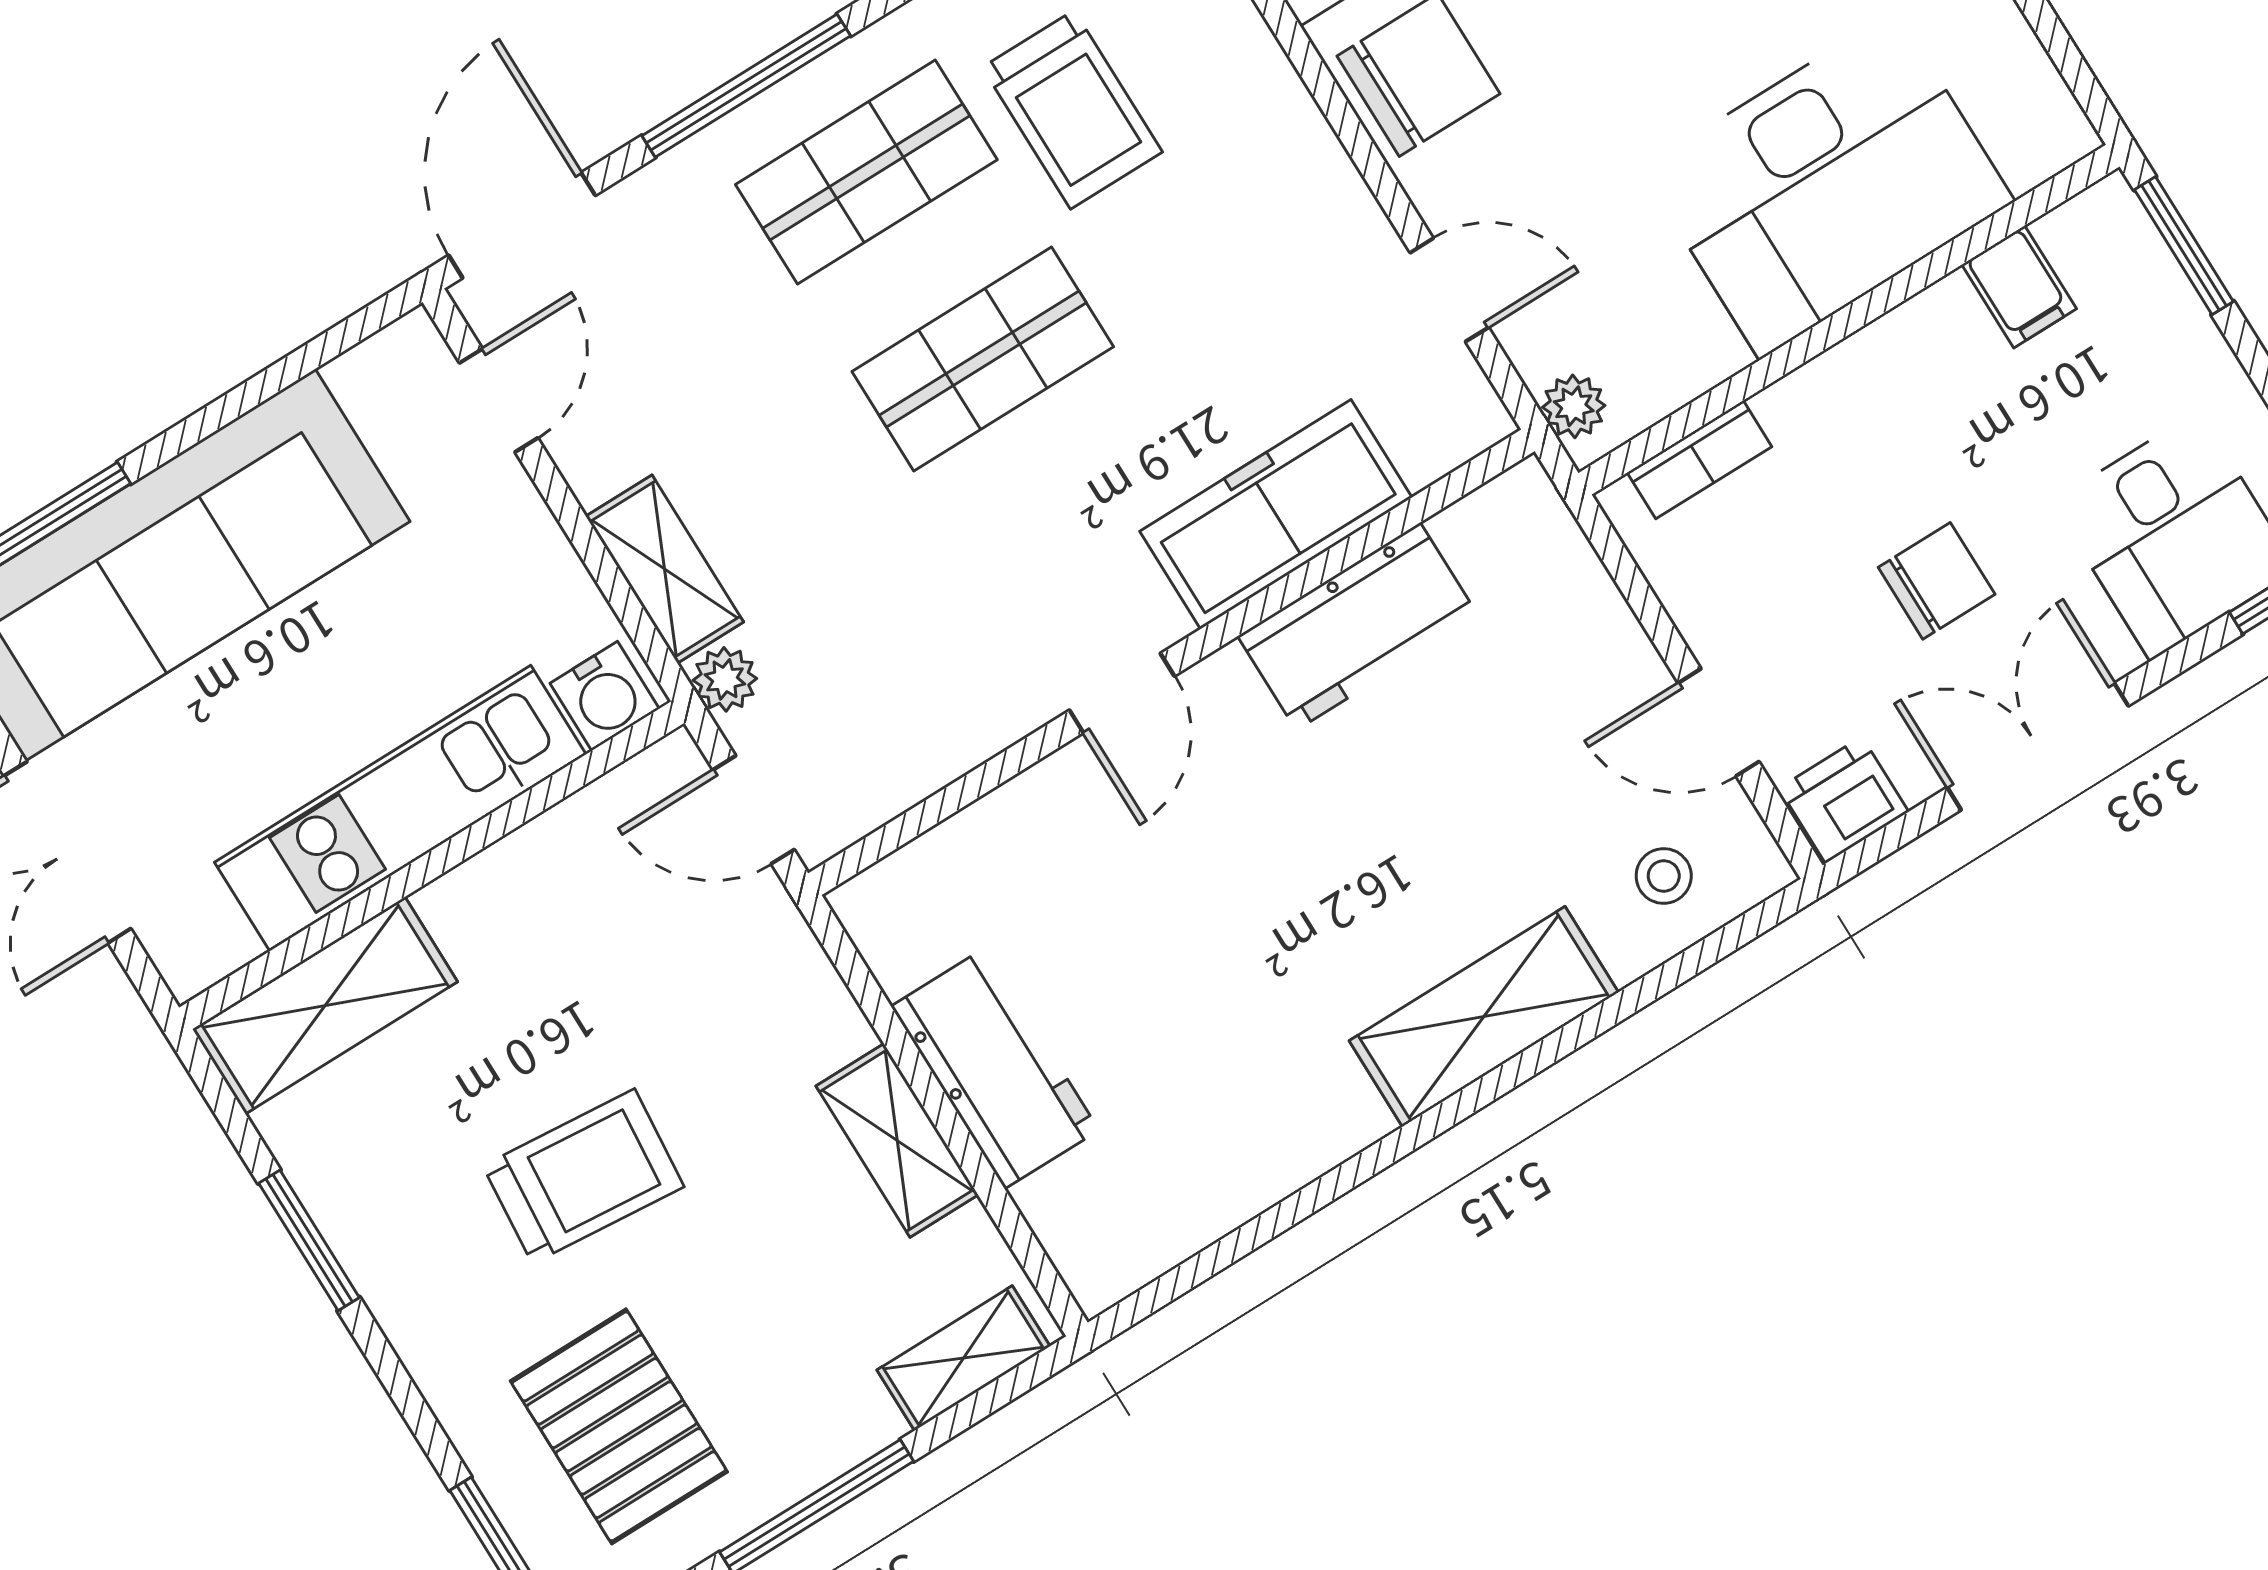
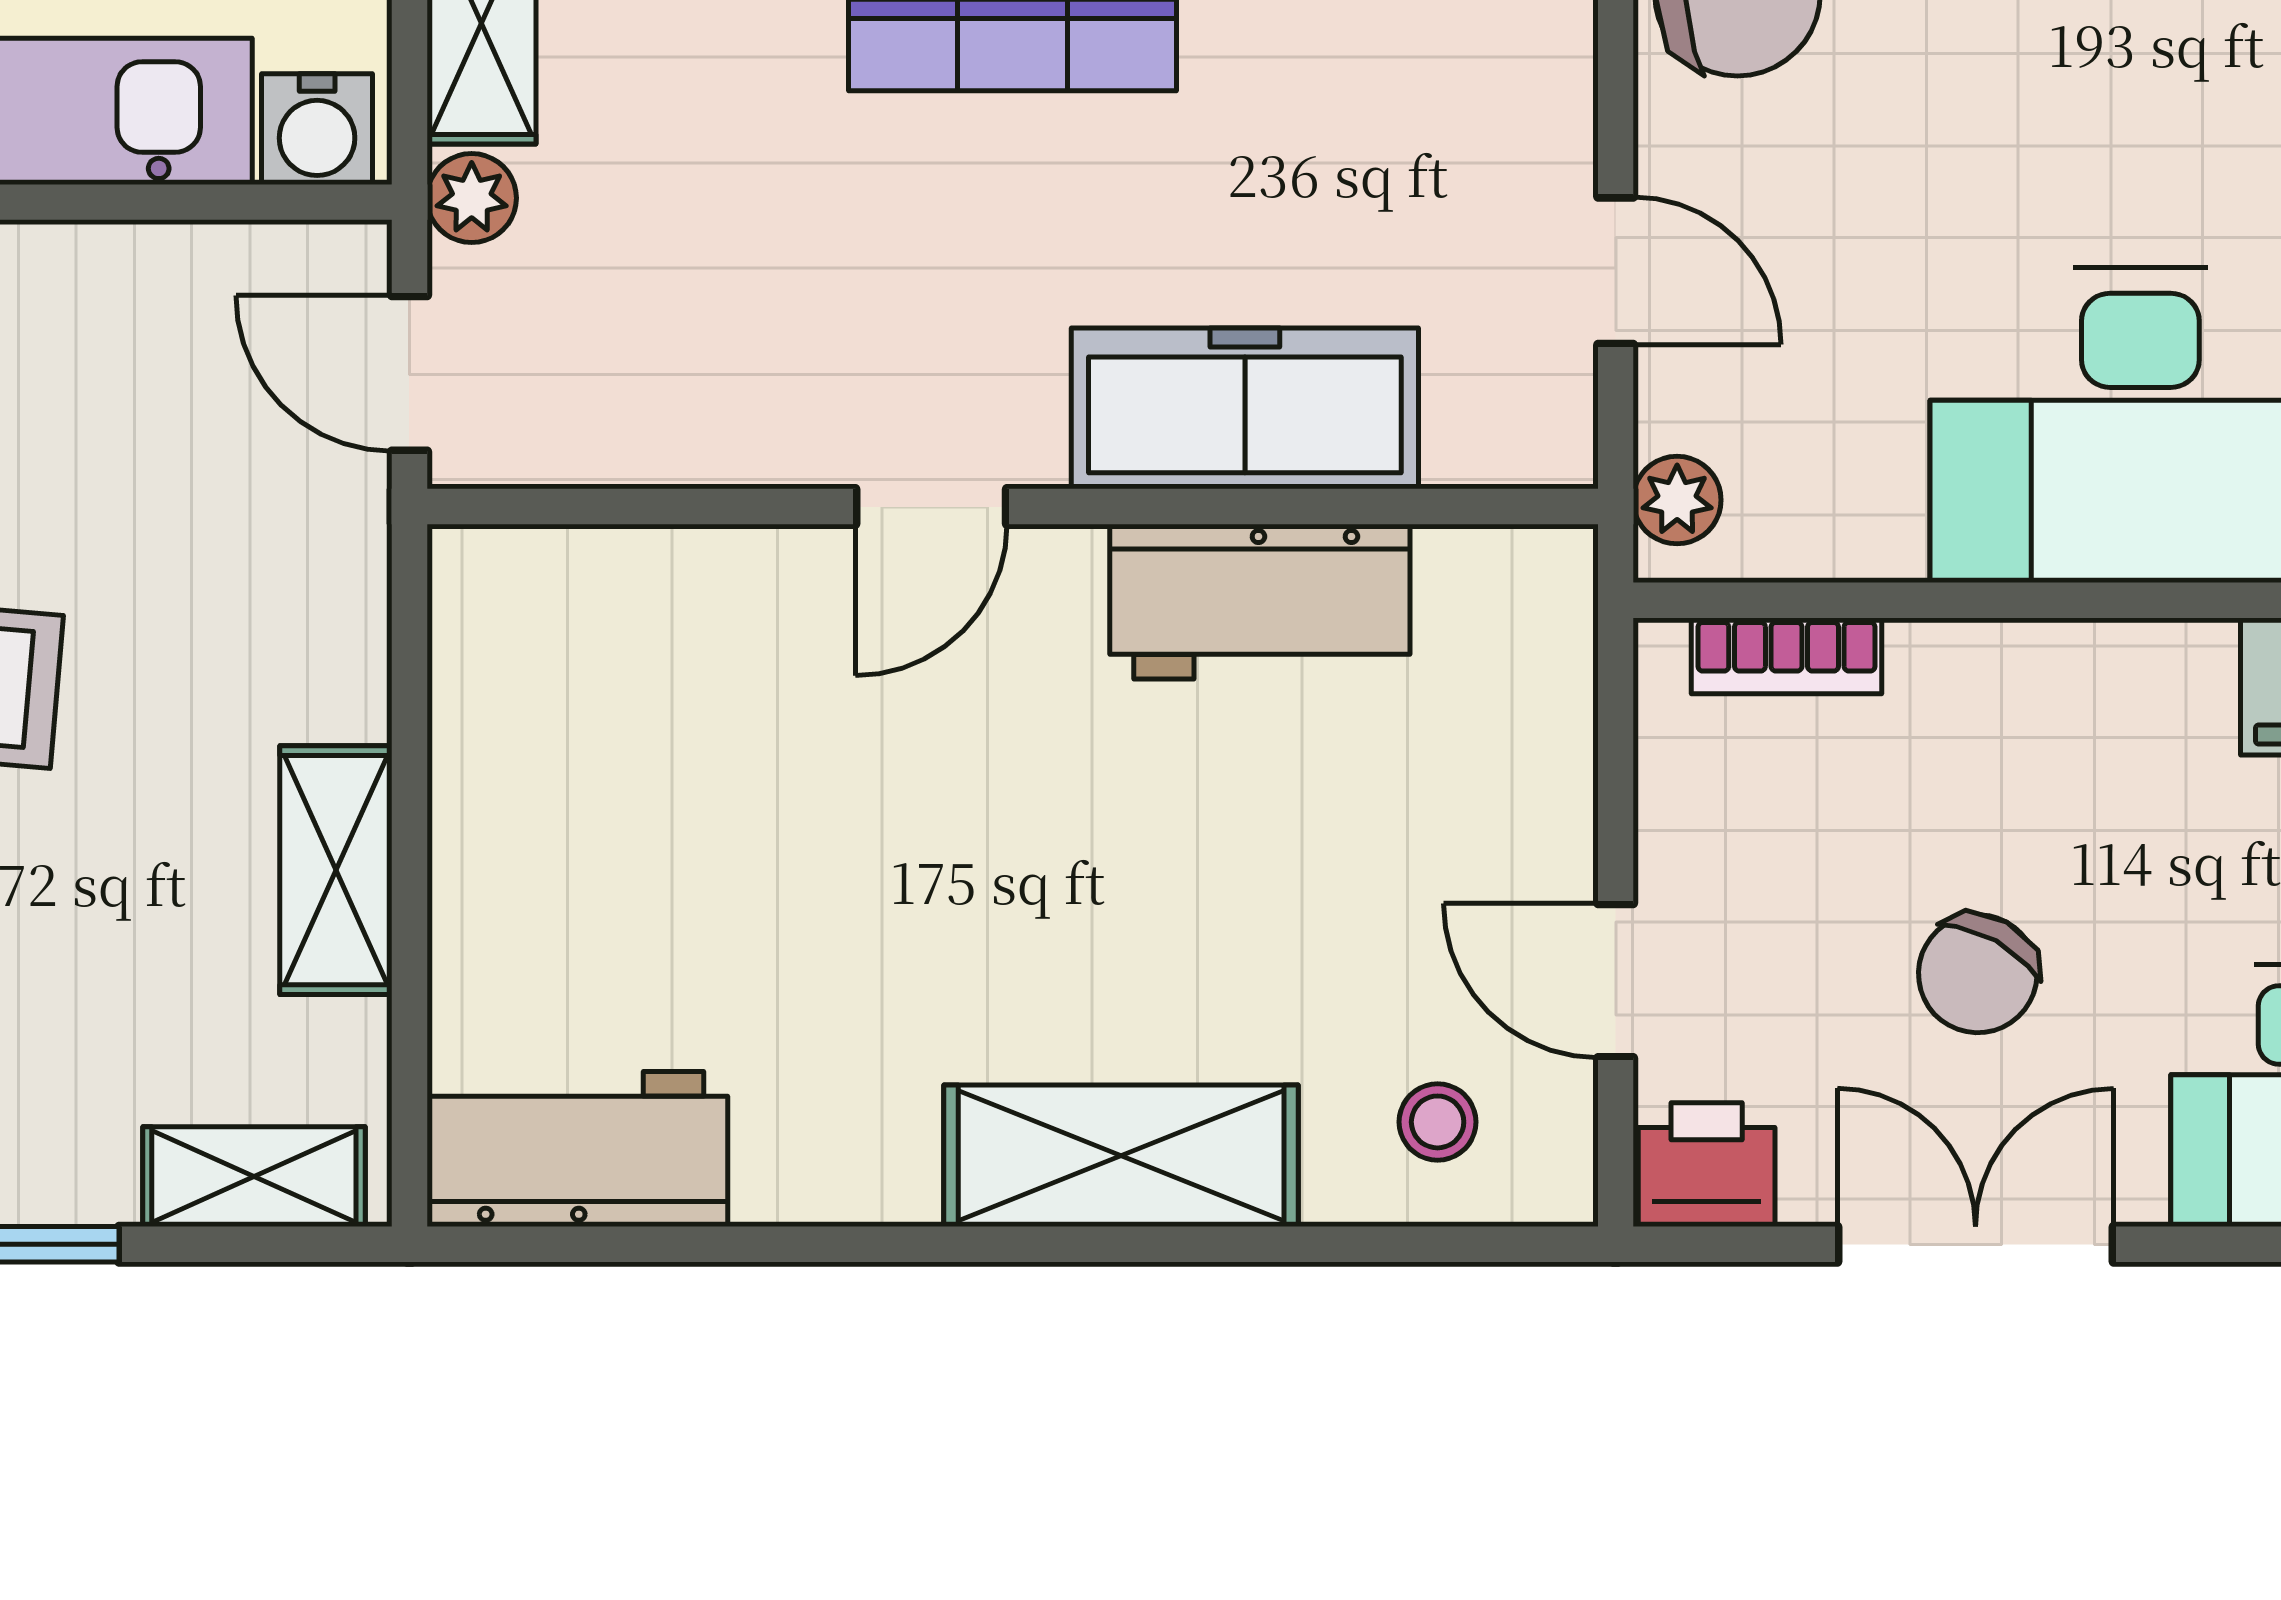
chair: (1937, 581) -> (1978, 974), turned 119
workbench: (995, 1068) -> (577, 1149), moved, turned -90

